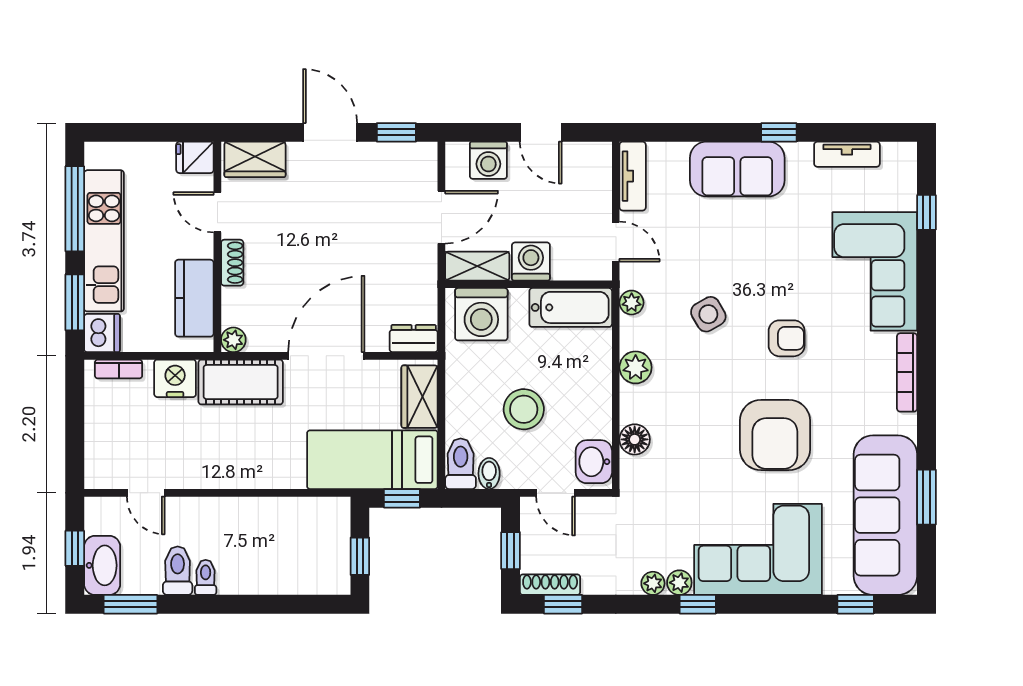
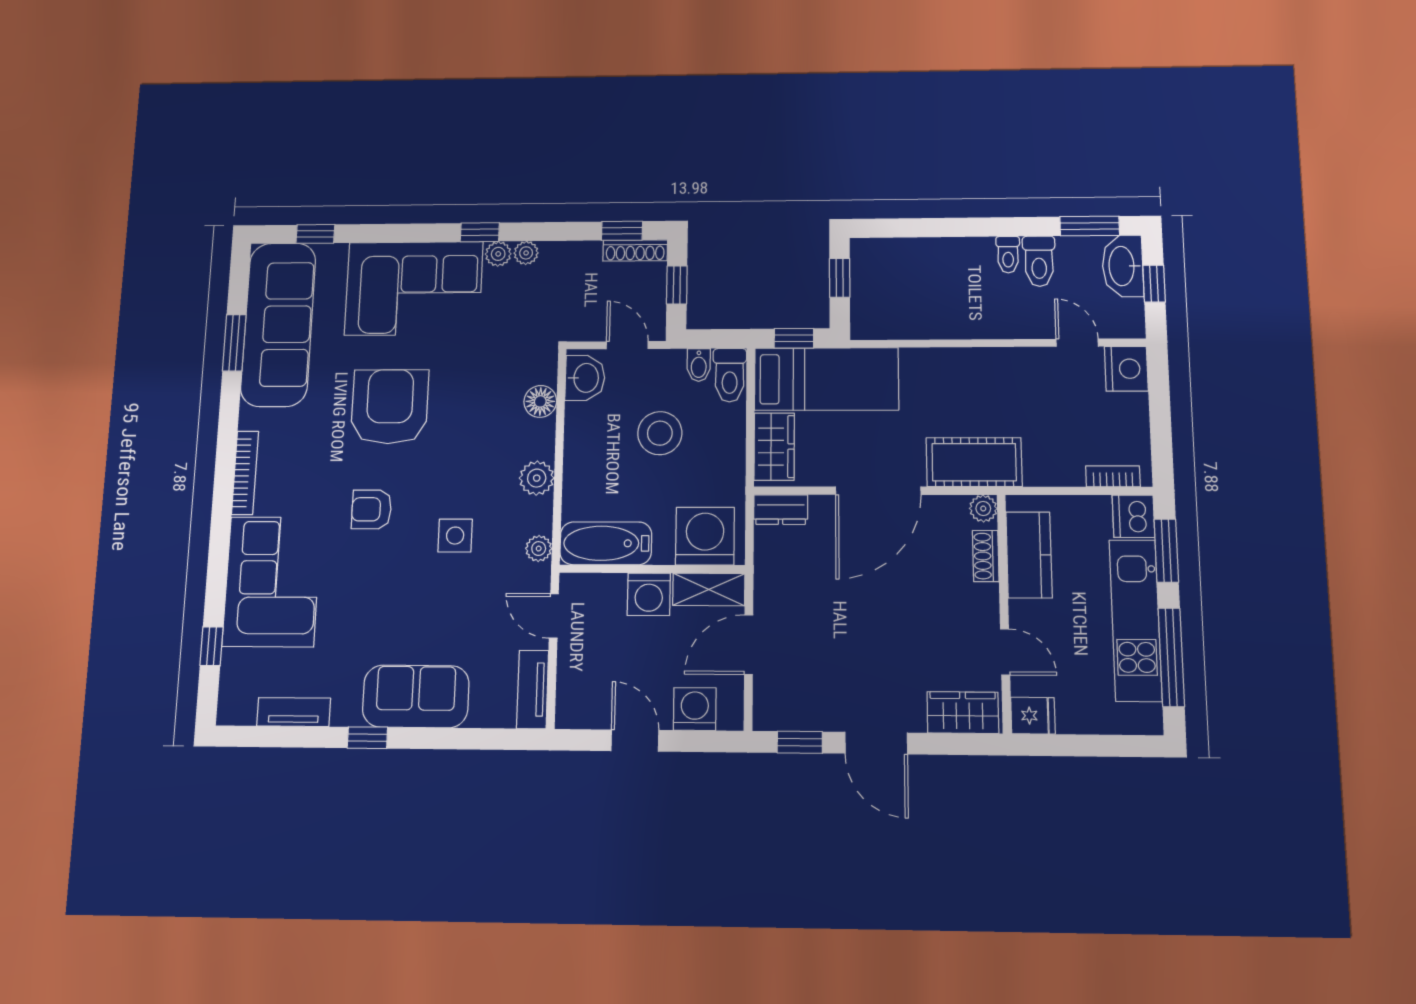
shoe rack: (232, 263) -> (986, 556), moved
side table: (708, 314) -> (455, 536), turned 30
nightstand: (175, 378) -> (1126, 369), moved, turned -90

